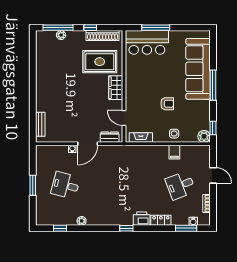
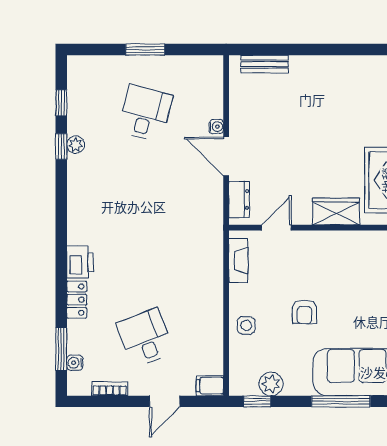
plant: (204, 136) -> (271, 384), moved
filing cabinet: (174, 152) -> (210, 386), moved
window: (126, 228) -> (61, 146), moved

